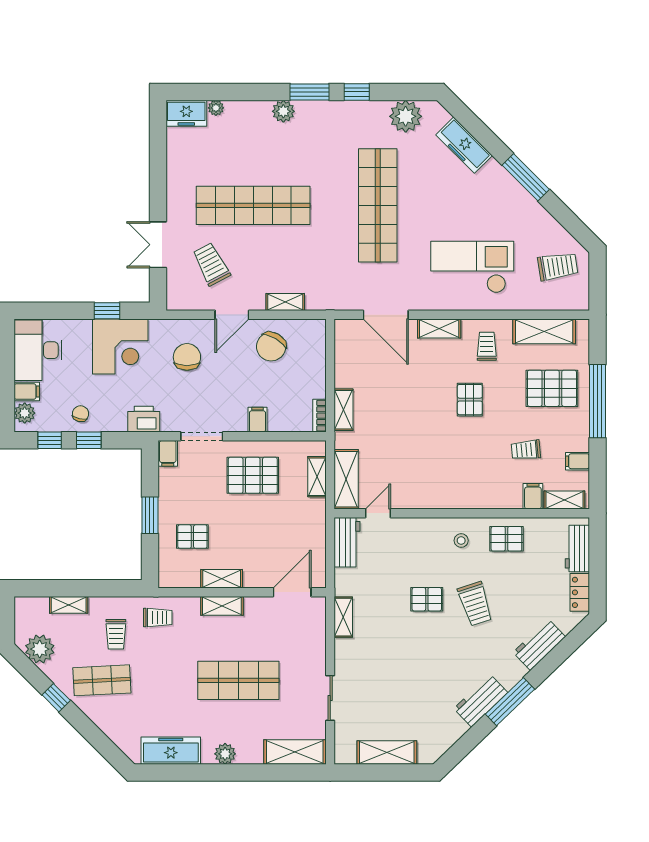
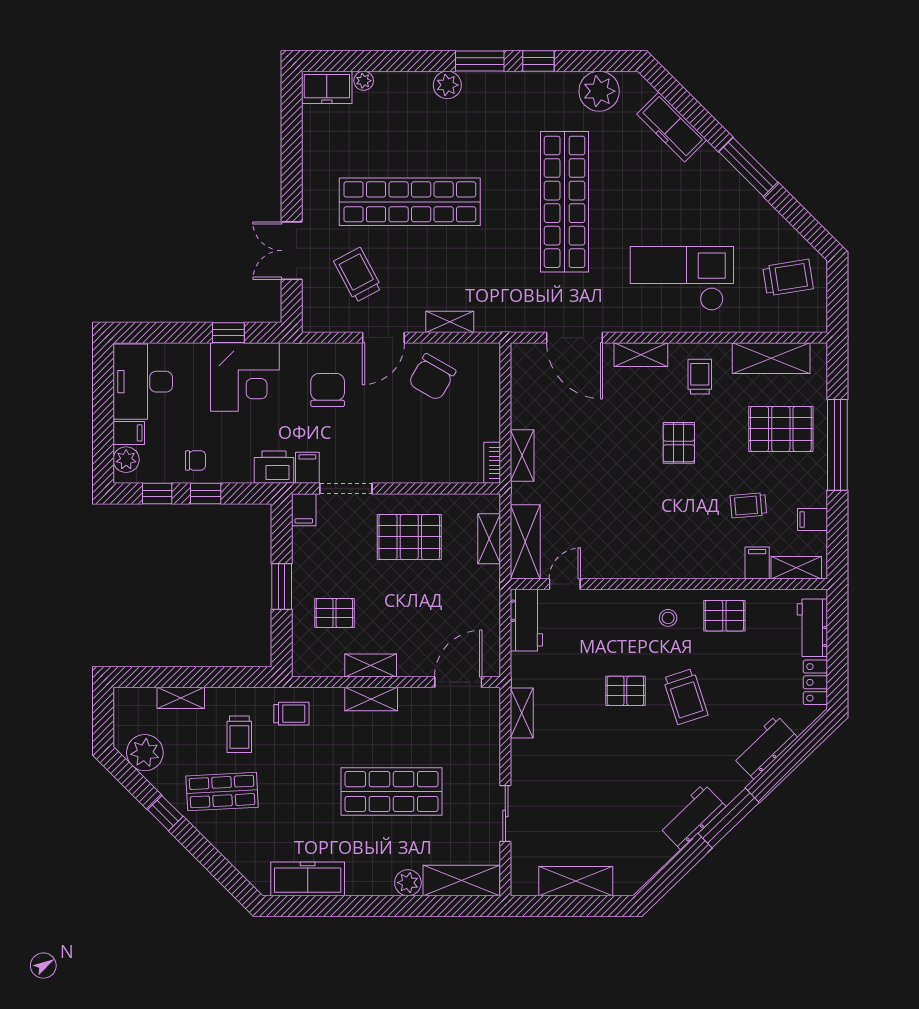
chair: (81, 414) -> (195, 460), turned 77
filing cabinet: (257, 420) -> (307, 468), moved
plant: (225, 754) -> (408, 883), moved

